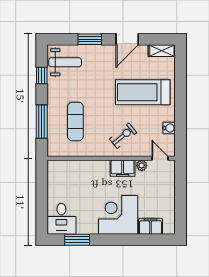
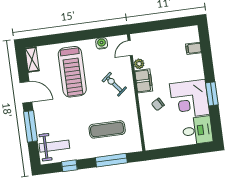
window: (90, 39) -> (30, 126), width x1.44
weight bench: (65, 62) -> (54, 146), turned 90
chair: (95, 180) -> (158, 104), added
corner desk: (118, 215) -> (190, 99), moved
filing cabinet: (150, 226) -> (193, 48), width x0.50
window: (77, 240) -> (212, 94), moved

